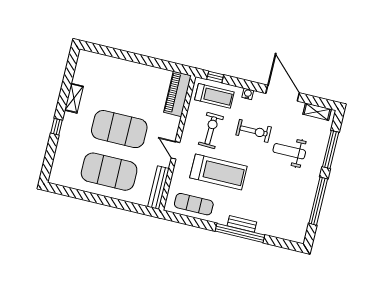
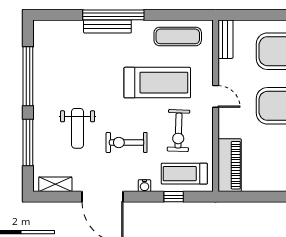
window: (215, 77) -> (174, 197), moved
weight bench: (289, 151) -> (78, 128), turned 90
treadmill: (218, 172) -> (157, 83), turned 180
bench: (158, 188) -> (225, 39), width x0.73
bench: (242, 224) -> (107, 27), width x1.36

